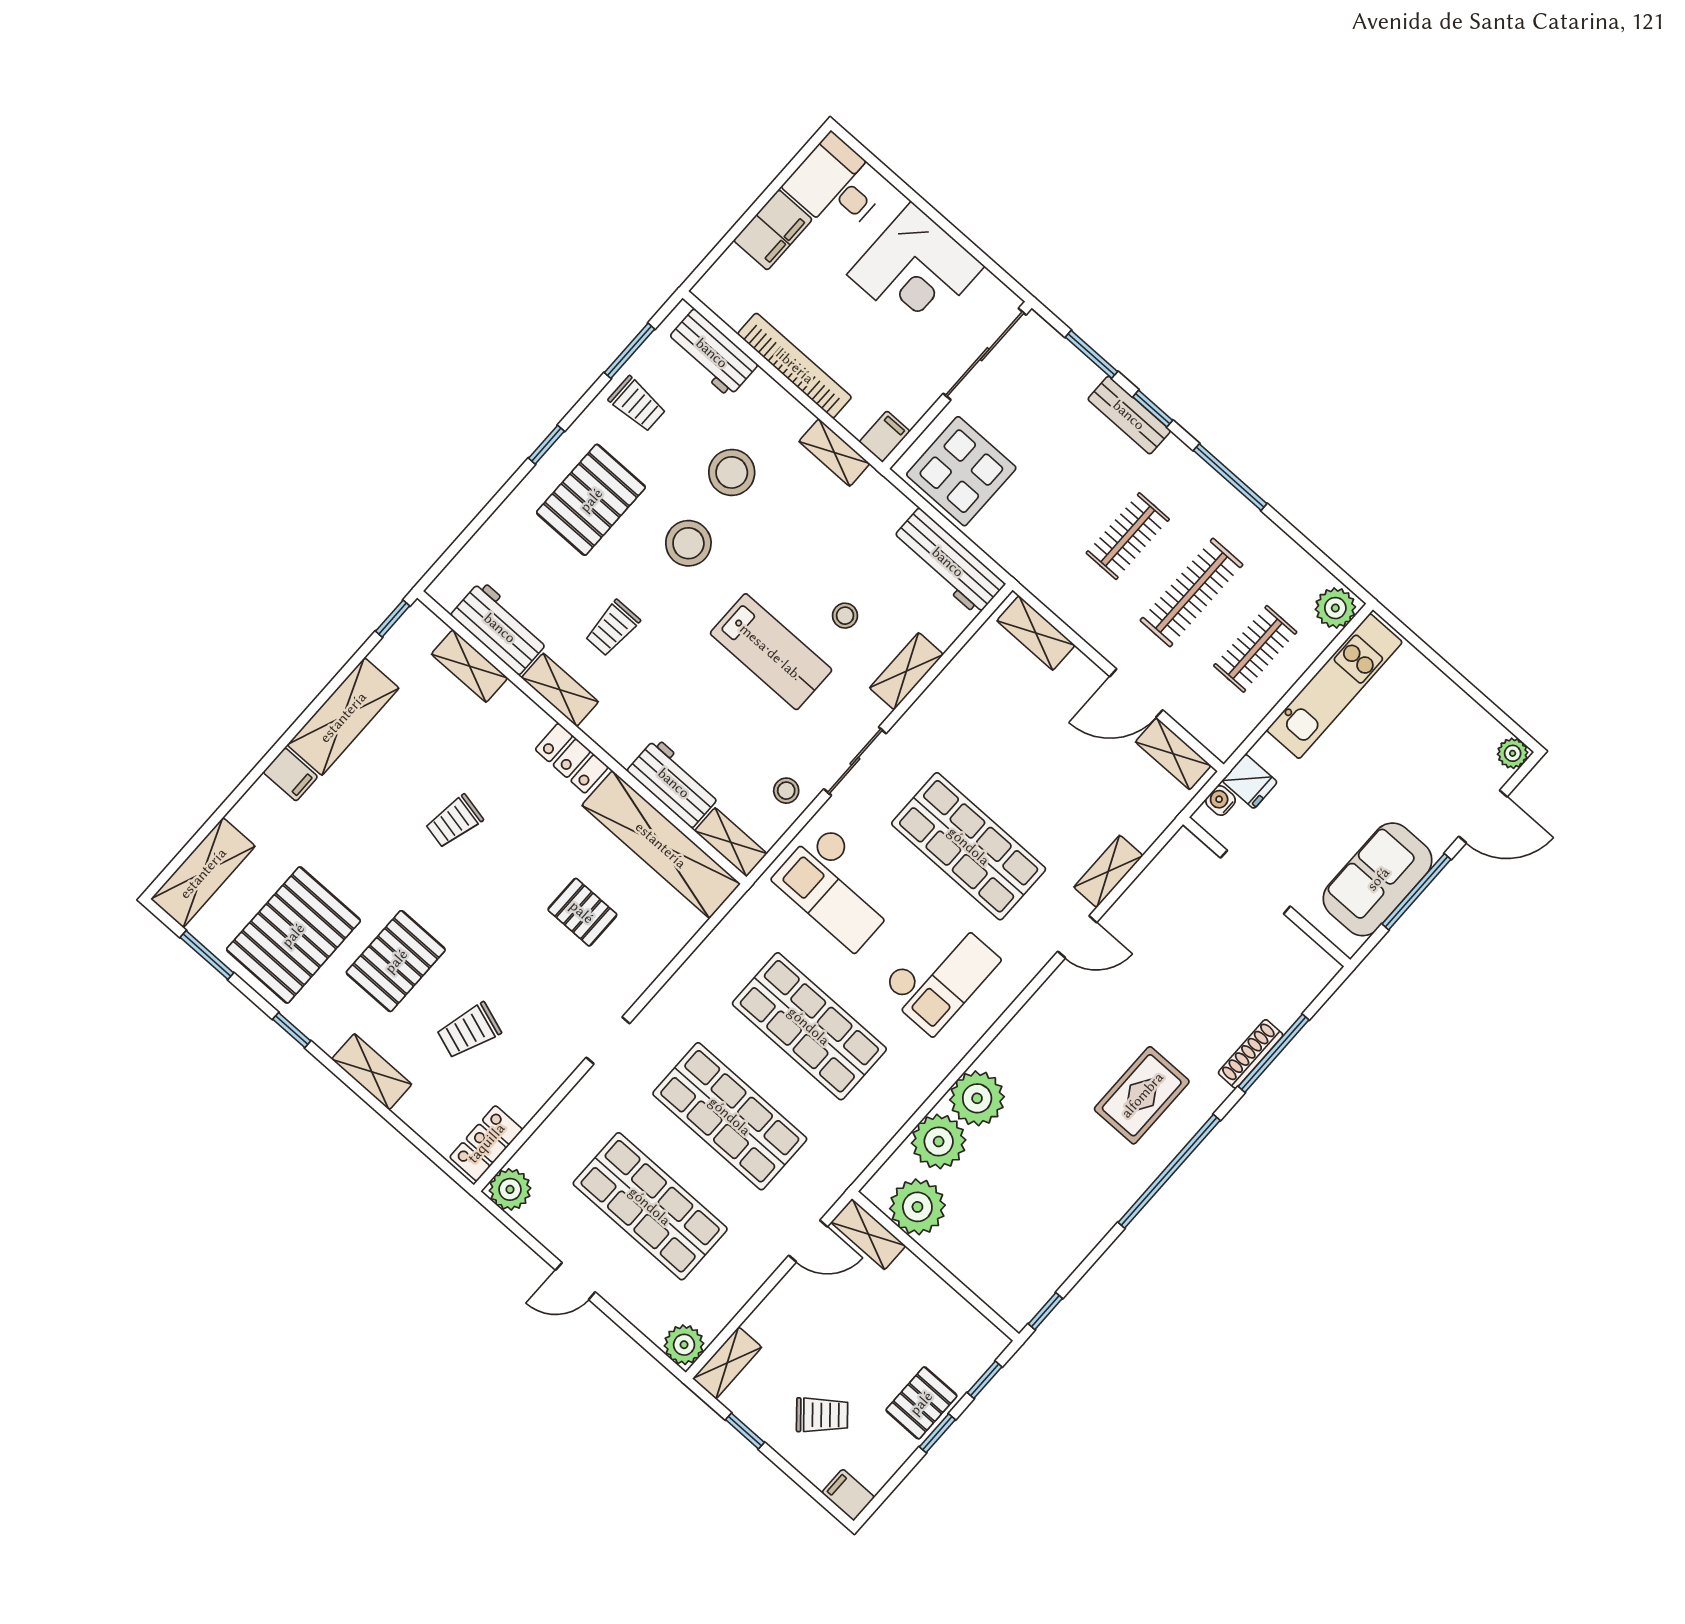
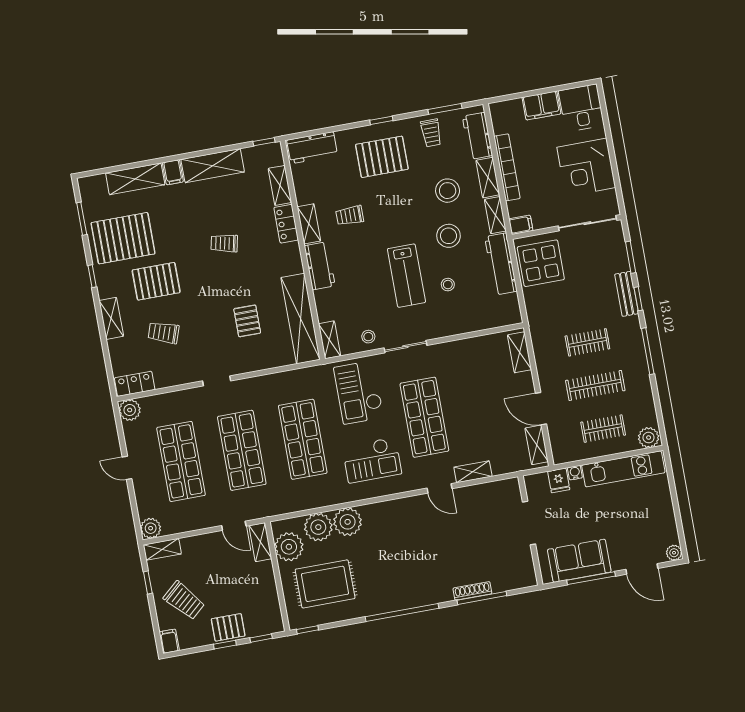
stool: (688, 543) -> (449, 236), moved
workbench: (948, 562) -> (501, 264), moved
workbench: (500, 628) -> (312, 148), moved, turned 90
shelving: (906, 671) -> (488, 178), moved, turned 90
locker: (572, 758) -> (286, 224), moved
workbench: (674, 783) -> (320, 266), moved
water cooler: (1221, 801) -> (575, 473), moved
shelving: (203, 873) -> (135, 179), moved
rug: (1142, 1095) -> (325, 584), moved, width x1.36, depth x1.43
trolley: (822, 1415) -> (184, 601), width x1.36, depth x1.39

